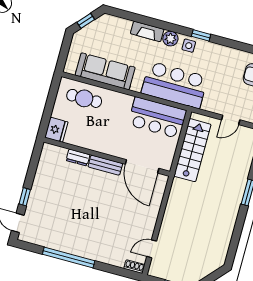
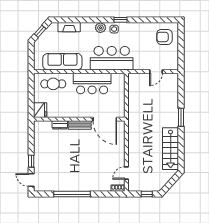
fireplace: (147, 31) -> (69, 27), moved
bar counter: (157, 118) -> (92, 83), moved
stairs: (192, 150) -> (171, 149), moved, turned 180

